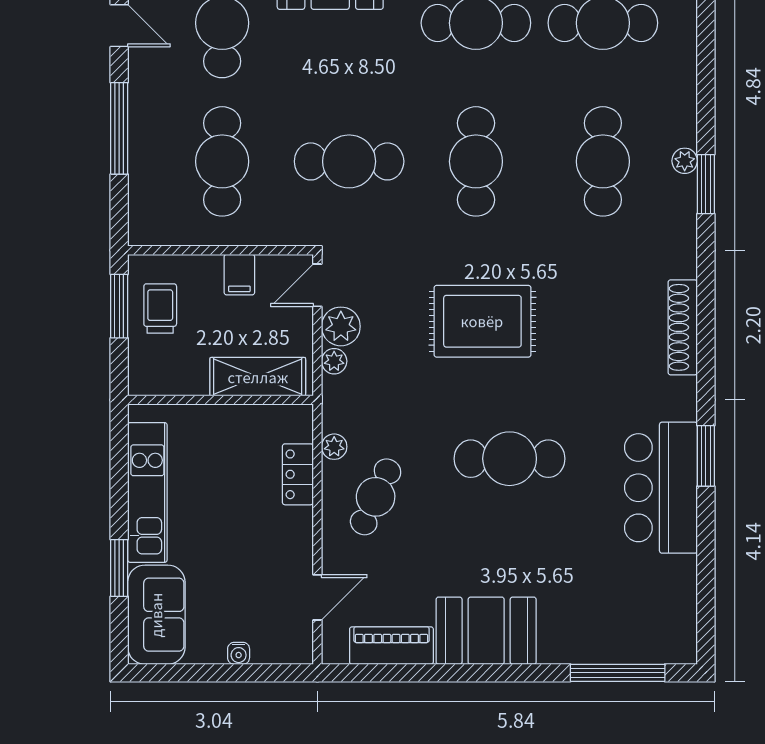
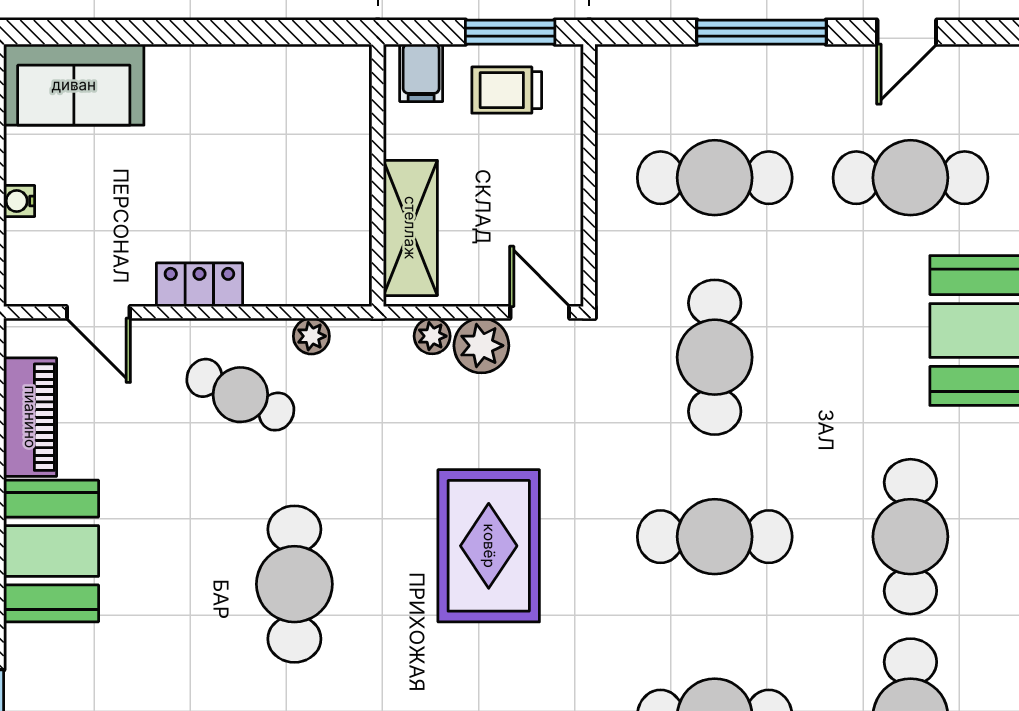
filing cabinet: (239, 275) -> (421, 73), moved, turned -90
trolley: (160, 309) -> (507, 90), turned 180
locker: (298, 474) -> (199, 285), moved
kitchen unit: (147, 492) -> (247, 72), removed
window: (119, 568) -> (140, 32), removed

